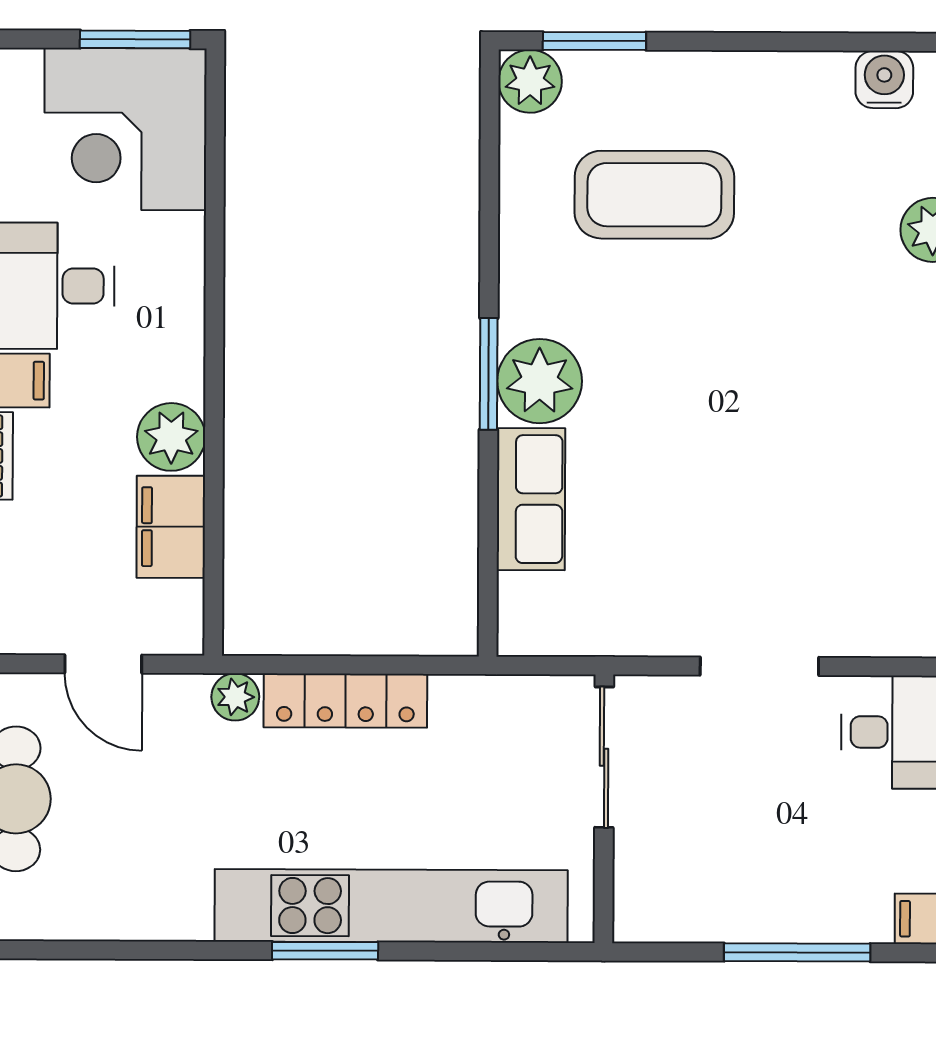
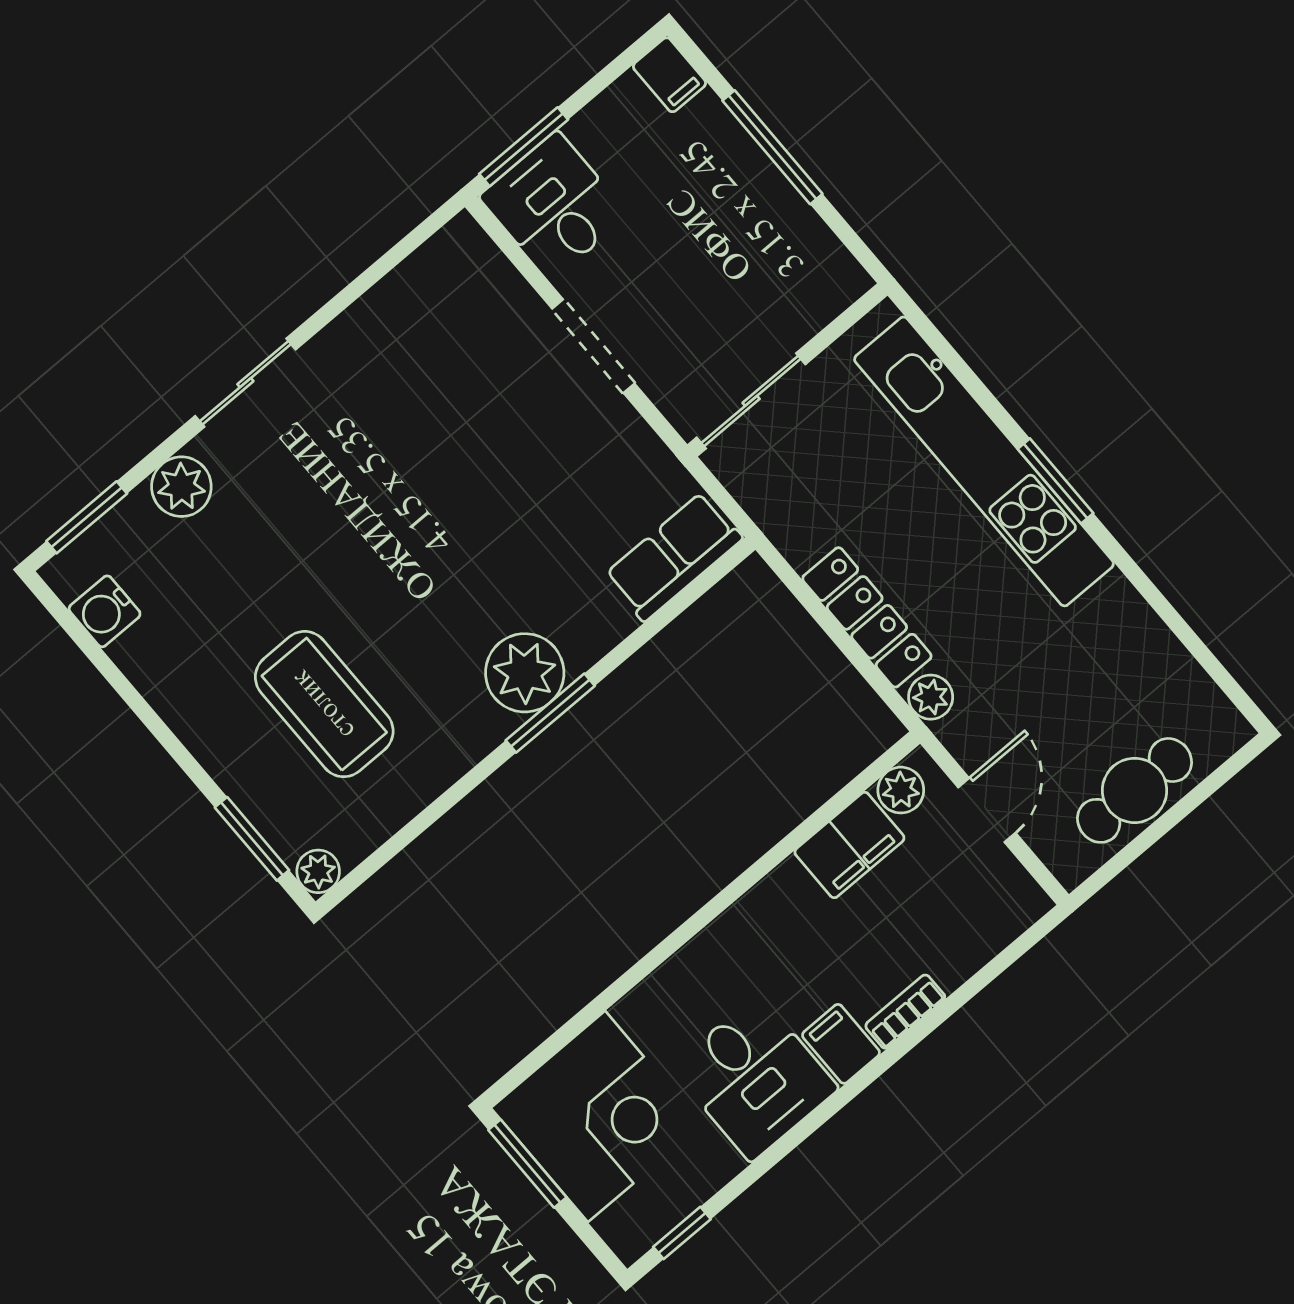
plant: (530, 81) -> (318, 871), width x0.73, depth x0.73
plant: (171, 437) -> (901, 790), moved, width x0.73, depth x0.73
row of seats: (531, 499) -> (674, 557), moved

